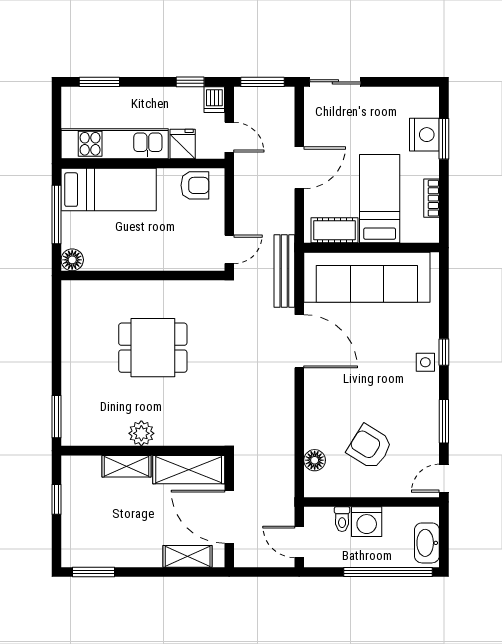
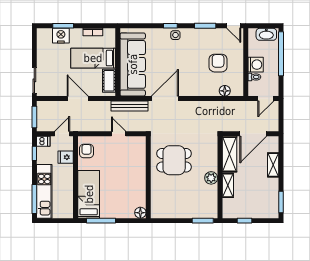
window: (99, 82) -> (34, 199), width x1.44
kitchen unit: (115, 144) -> (44, 191), moved, turned 180
floor lamp: (72, 260) -> (140, 213), moved
wall: (143, 276) -> (148, 177), moved
dining table: (153, 348) -> (174, 160), moved, turned 90
armchair: (370, 447) -> (218, 63), turned 148
shelving: (188, 556) -> (273, 165), moved

